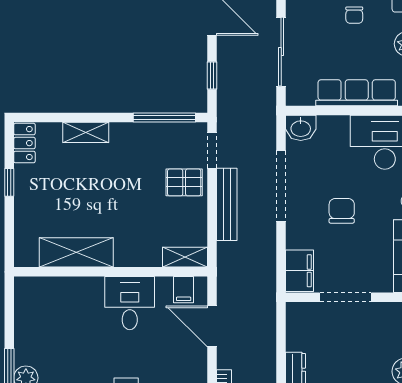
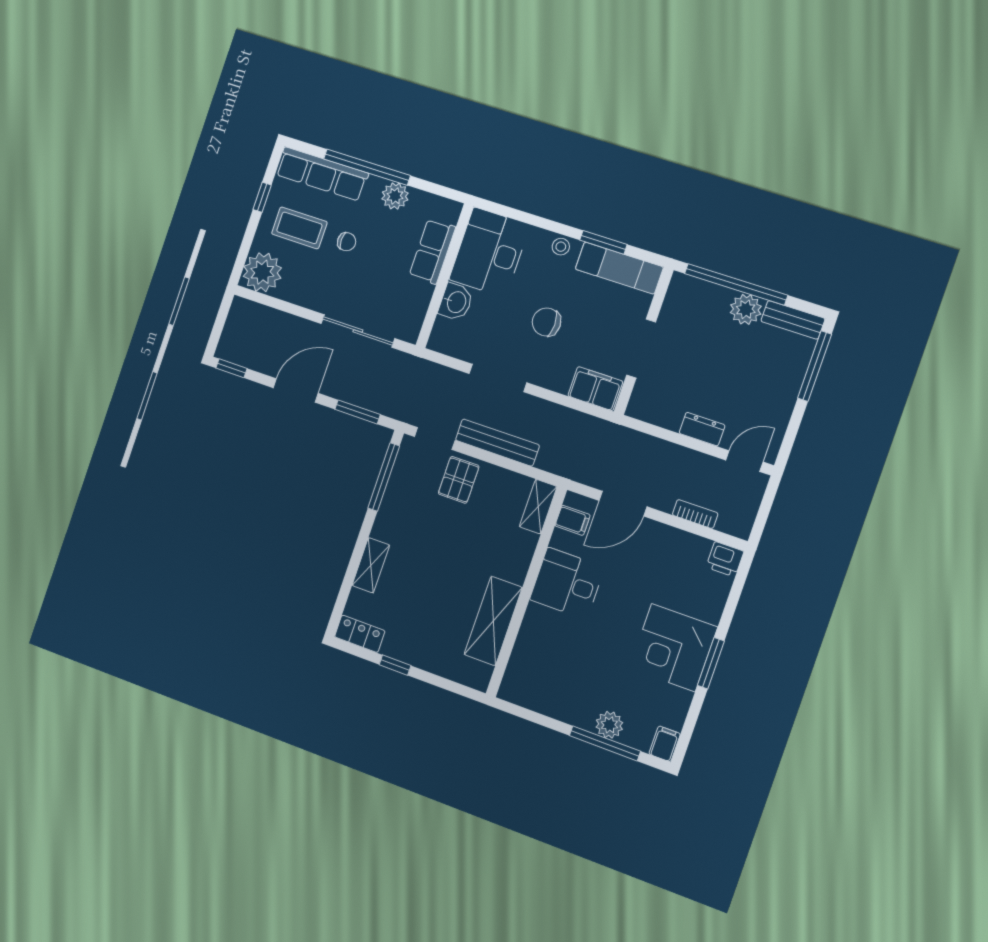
window: (212, 75) -> (358, 412), width x1.50
row of seats: (357, 93) -> (432, 251), width x0.68
washbasin: (301, 128) -> (456, 302), moved
doorway: (281, 186) -> (498, 378), width x0.73

